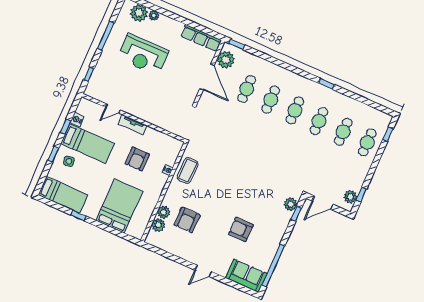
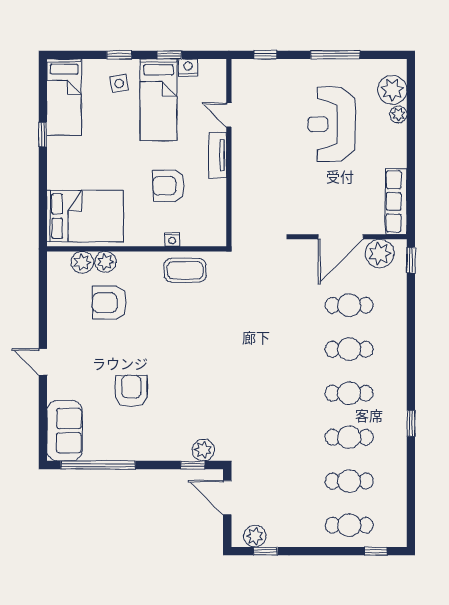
bed: (119, 206) -> (85, 216), moved

